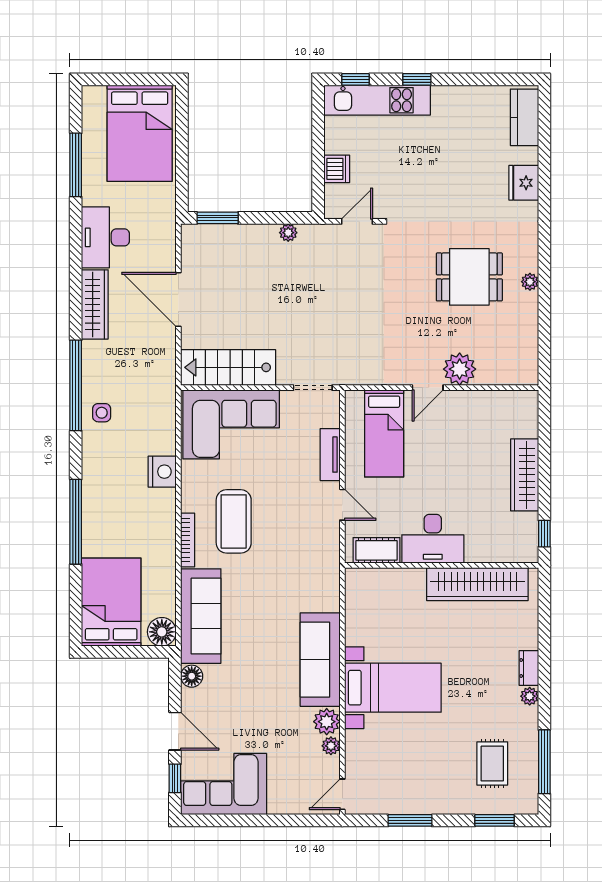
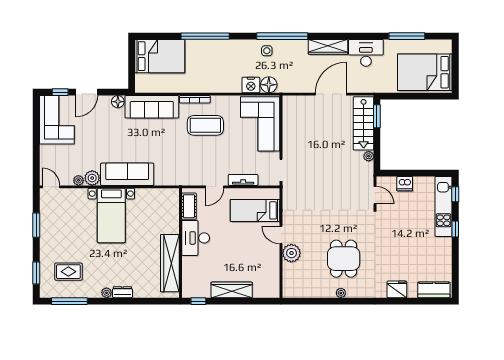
stairs: (228, 367) -> (364, 123), moved, turned 180
nightstand: (162, 472) -> (251, 85), moved
floor lamp: (162, 632) -> (269, 85), moved

